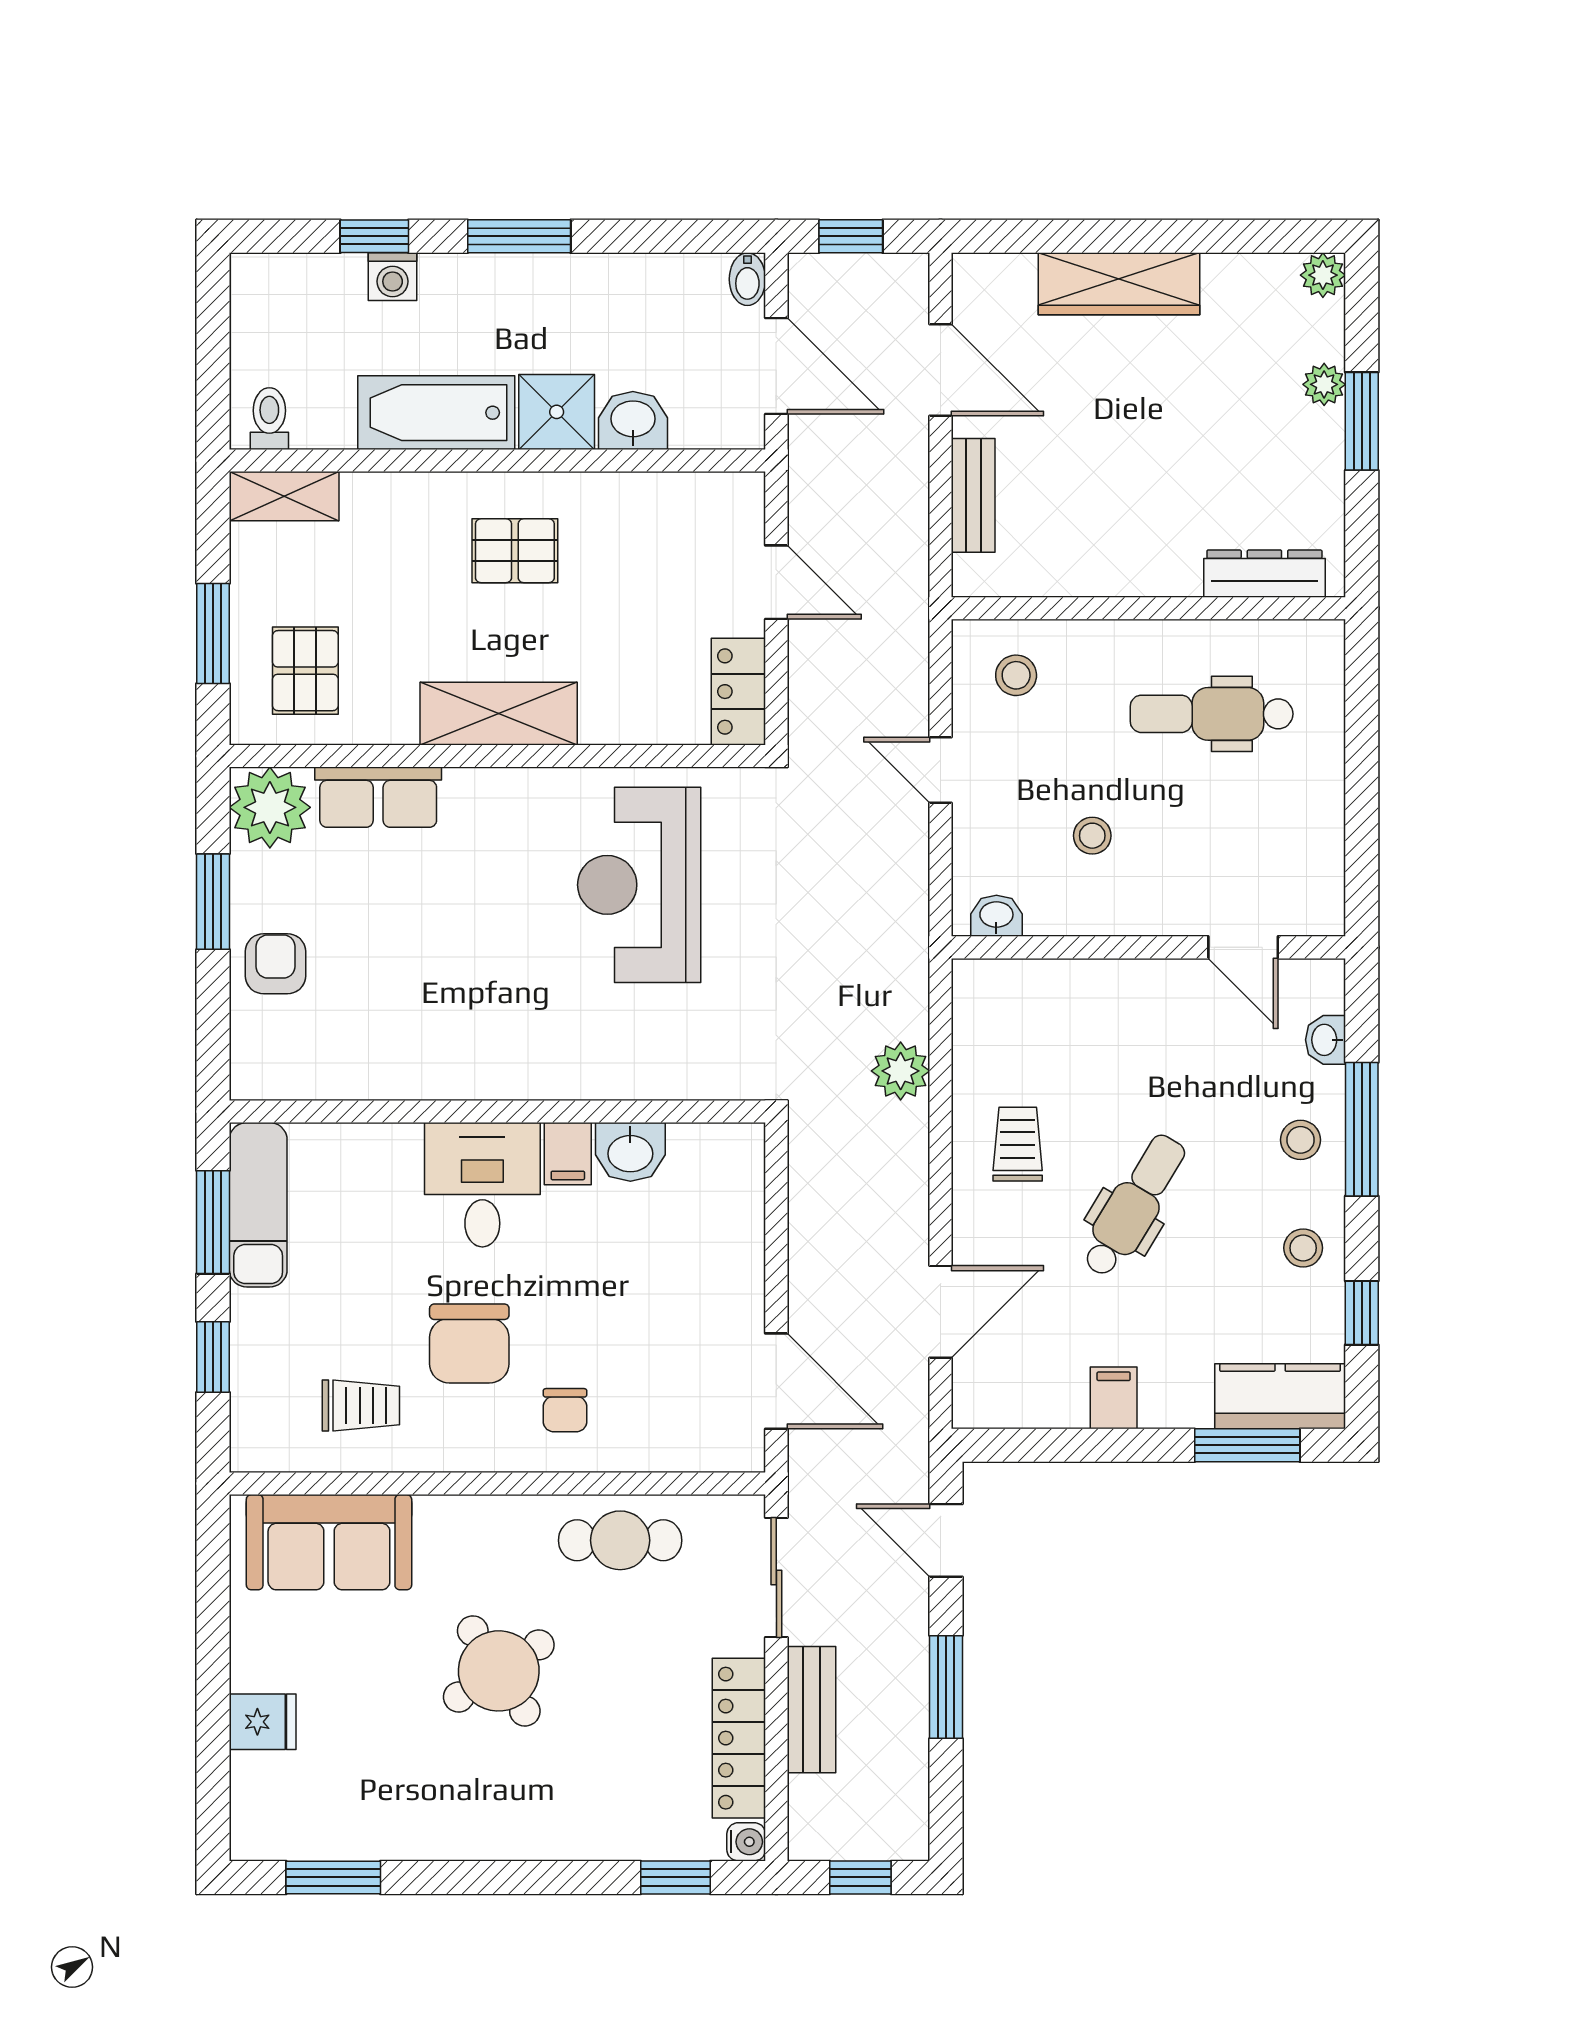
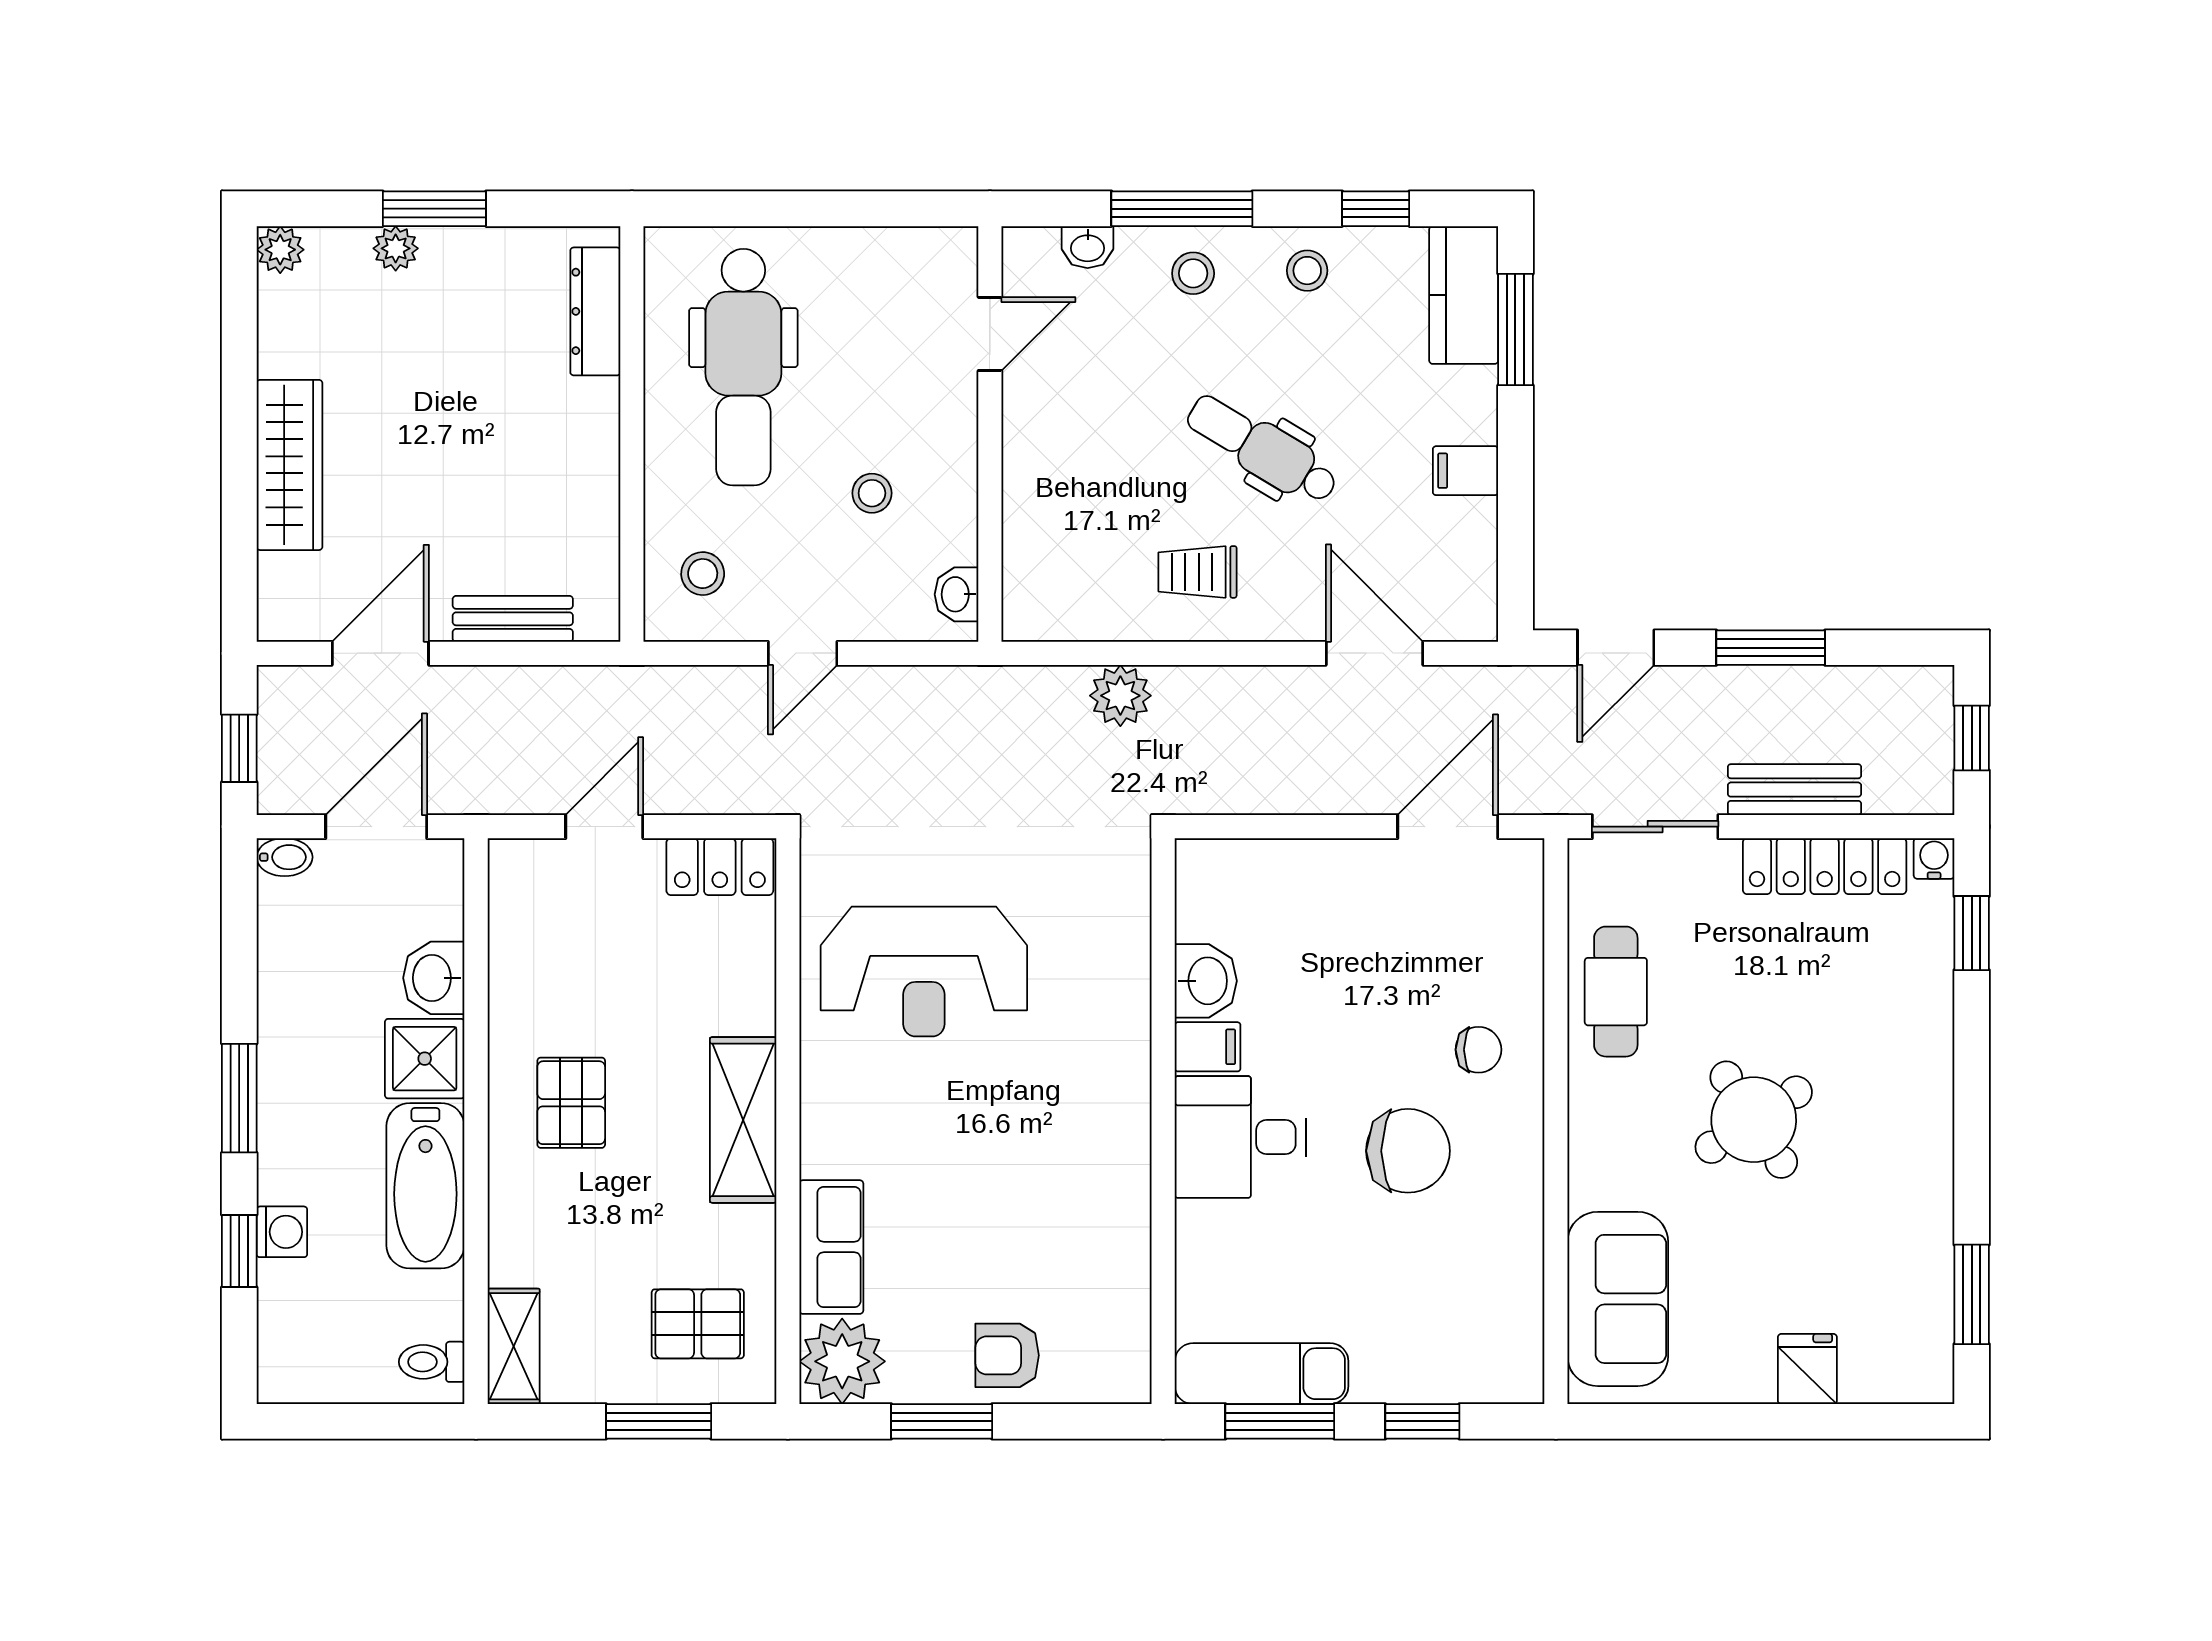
dental chair: (1212, 714) -> (743, 367), width x1.36, depth x1.38
trolley: (361, 1405) -> (1473, 1265), removed

